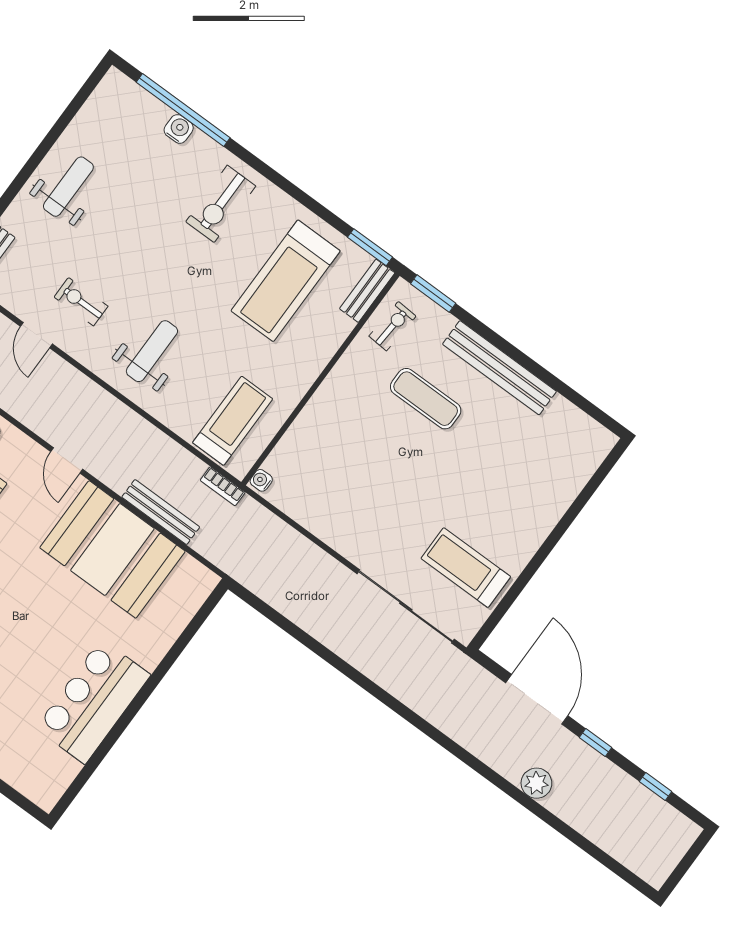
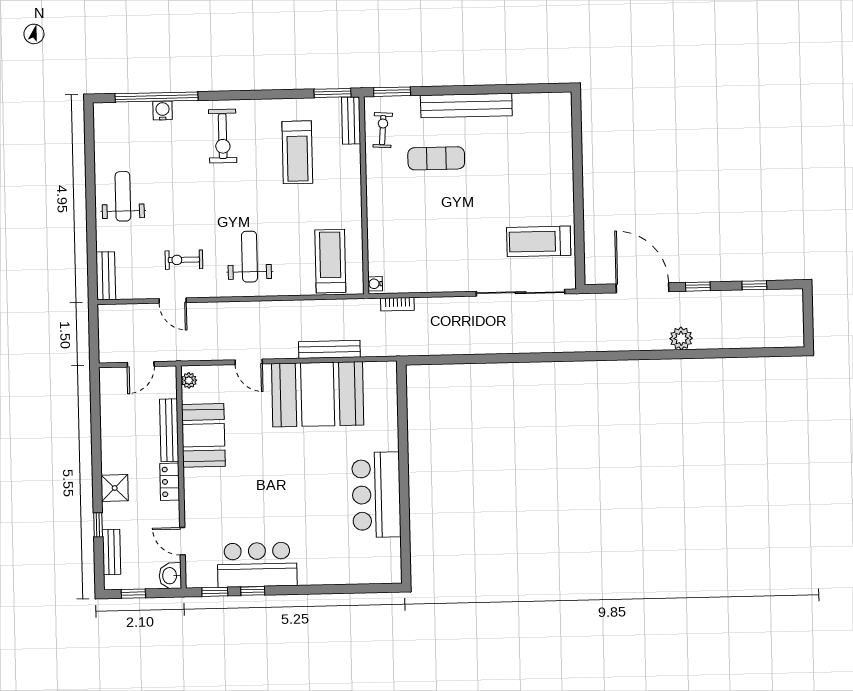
treadmill: (286, 281) -> (297, 152), width x0.73, depth x0.73
bookcase: (223, 486) -> (397, 304), moved

